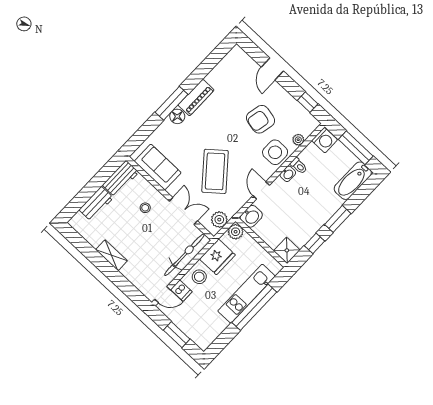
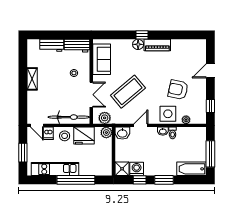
window: (171, 103) -> (142, 35), width x0.46
washing machine: (325, 140) -> (137, 169), moved, turned 180
kitchen unit: (246, 294) -> (55, 169), moved

